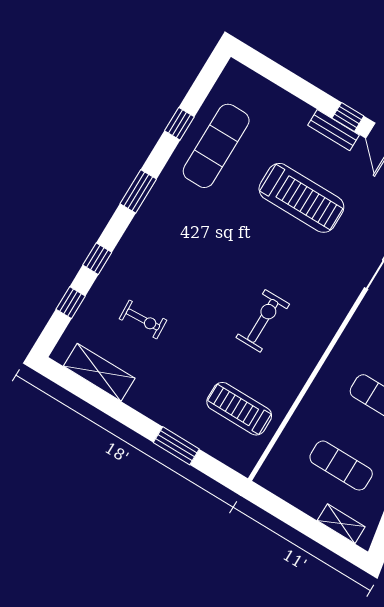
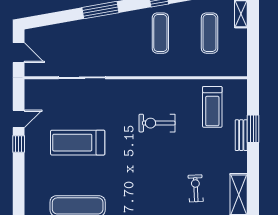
bench: (334, 130) -> (241, 135), moved
treadmill: (301, 198) -> (78, 143), turned -90

